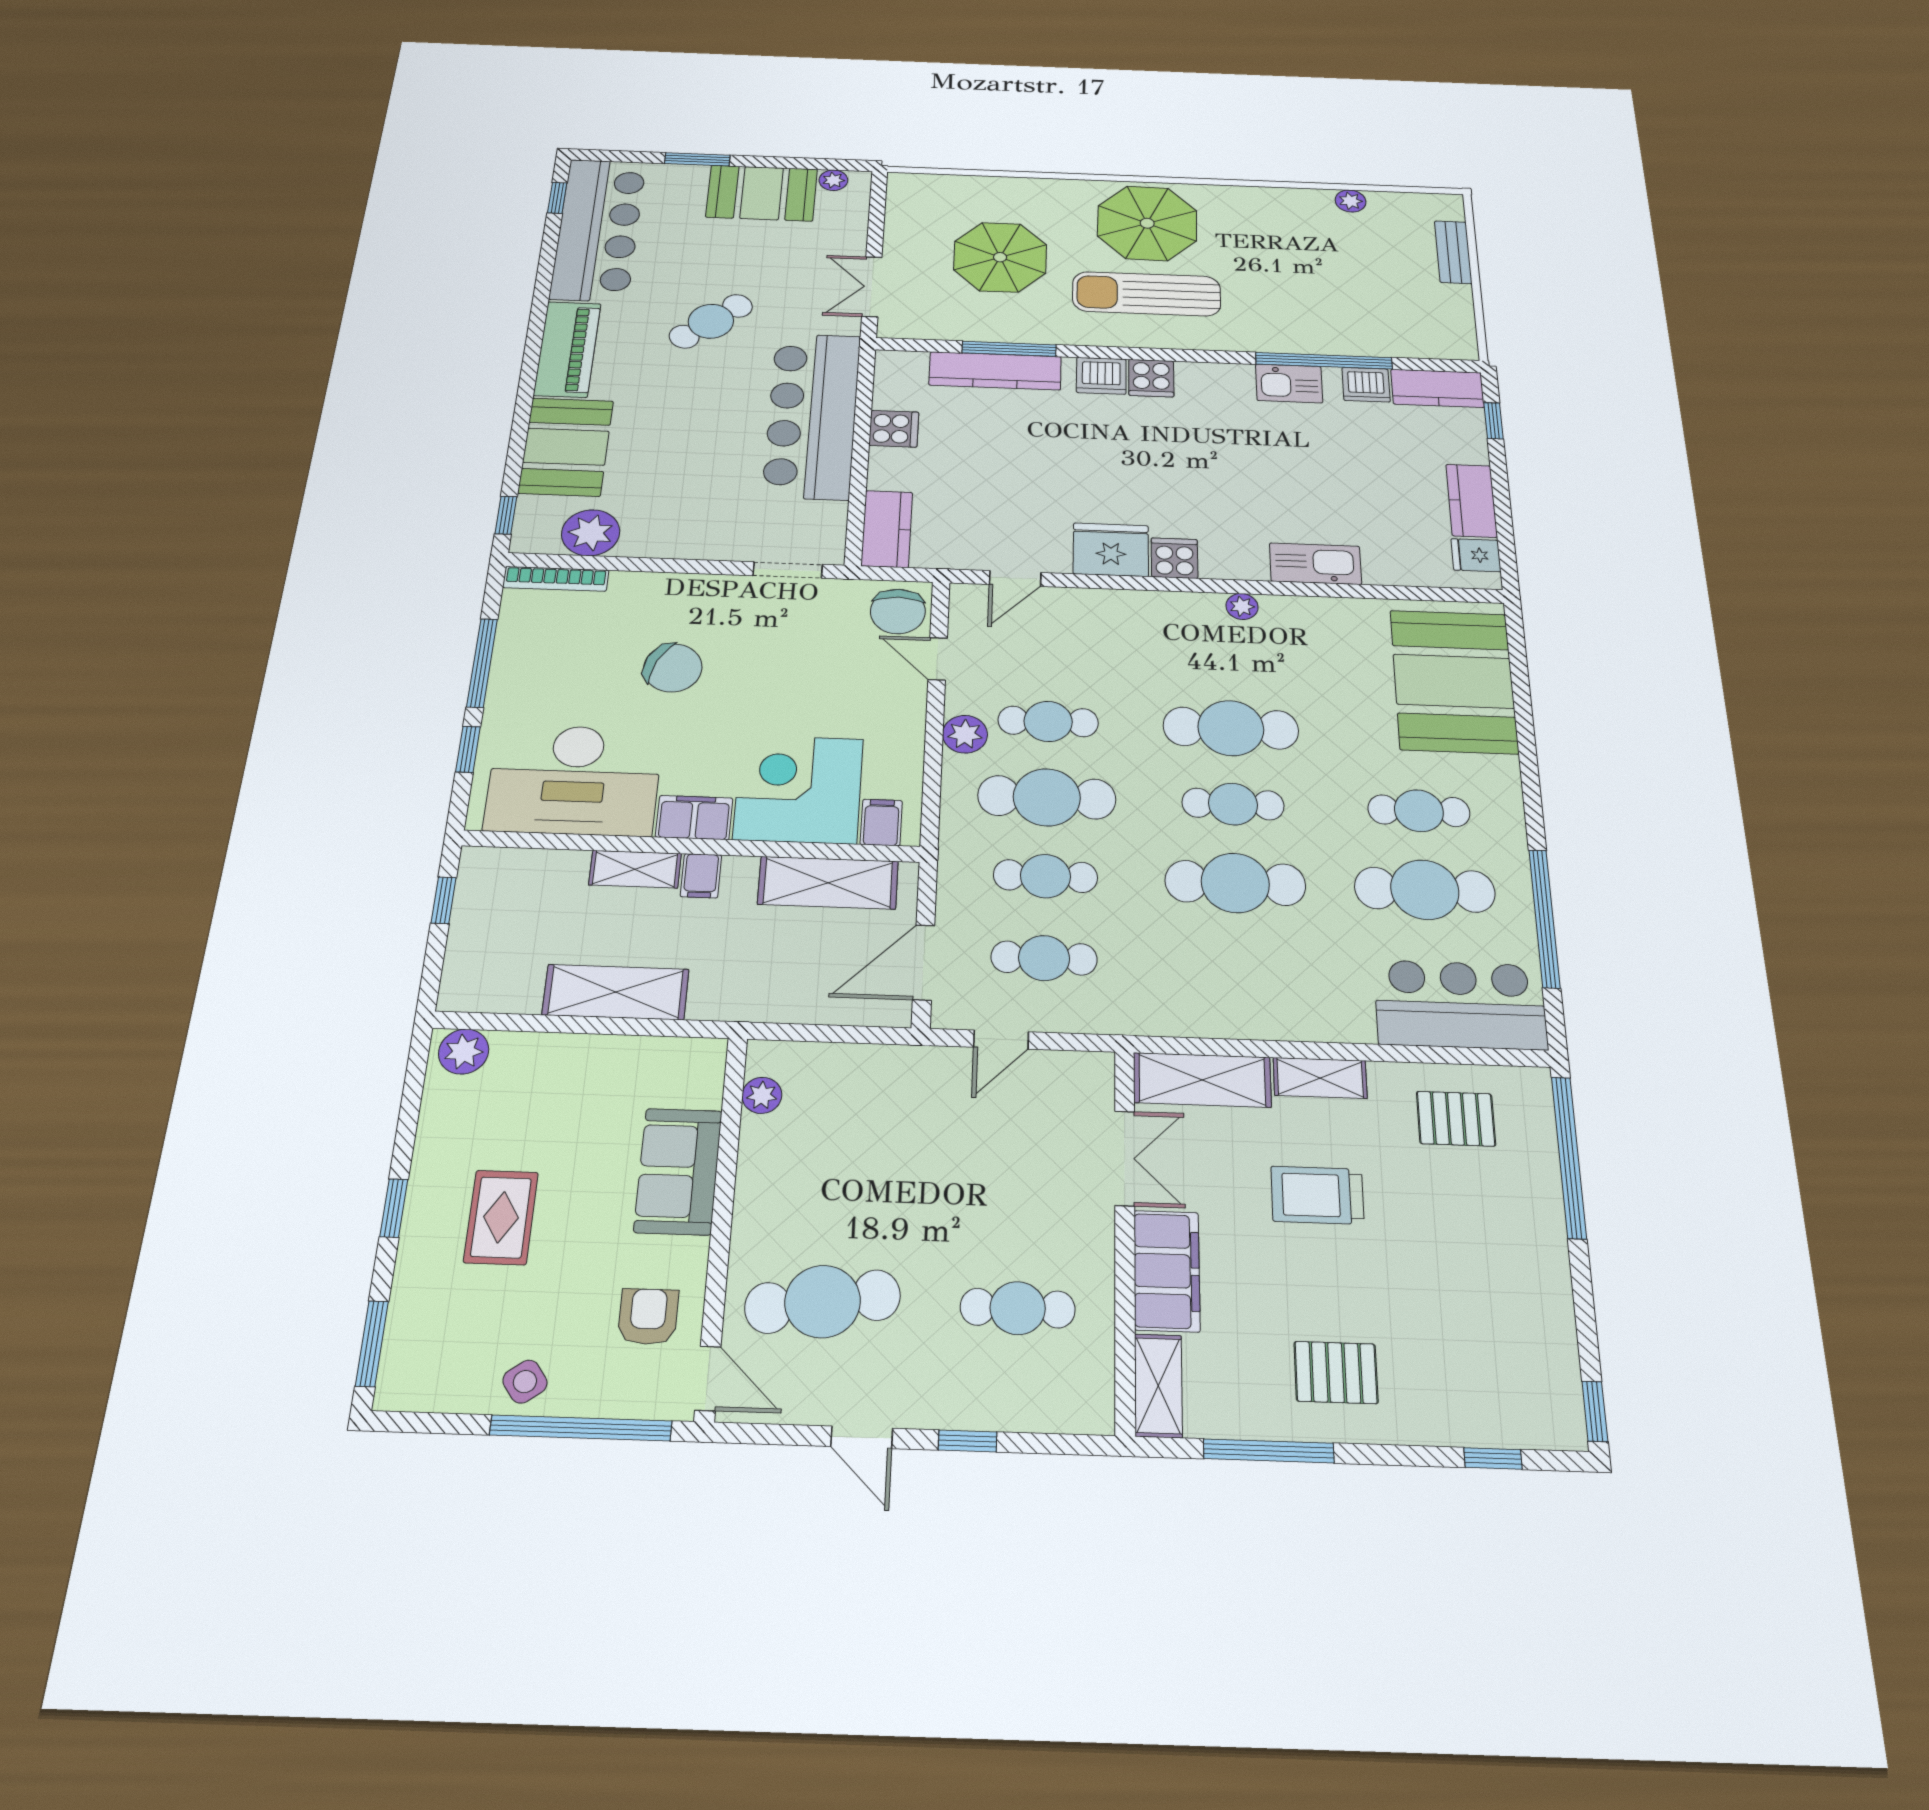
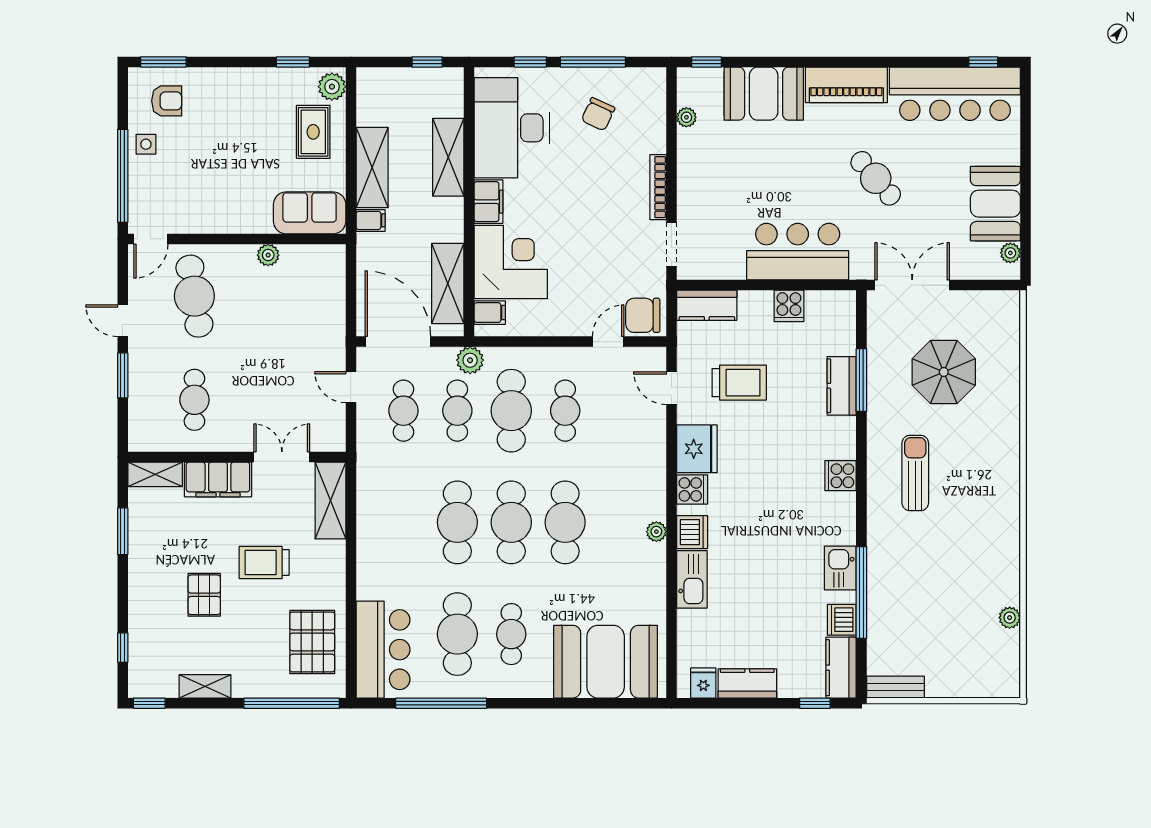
window: (697, 159) -> (1026, 156), removed
parasol: (1147, 223) -> (981, 474), removed
bench: (1453, 252) -> (895, 687), moved
double door: (872, 287) -> (912, 285), width x1.37
sun lounger: (1147, 294) -> (915, 473), width x0.73, depth x0.75
kitchen counter: (995, 371) -> (842, 386), width x0.67
dishwasher: (1101, 376) -> (692, 532), moved, turned 180
bar counter: (812, 415) -> (798, 252), width x0.73
trolley: (1009, 493) -> (739, 383), added
plant: (591, 533) -> (686, 117), width x0.53, depth x0.53
bookcase: (556, 579) -> (658, 187), moved
chair: (673, 668) -> (598, 114), moved, width x0.73, depth x0.73
plant: (965, 734) -> (470, 360), moved
cafe table: (1233, 804) -> (511, 522), width x1.37, depth x1.35
shelving: (635, 869) -> (448, 157), width x1.50, depth x1.33
filing cabinet: (701, 876) -> (371, 220), moved, turned 180
door: (924, 962) -> (398, 342), width x1.36
shelving: (1320, 1078) -> (205, 686), moved, turned 90
plant: (762, 1095) -> (268, 255), moved
pallet: (1456, 1119) -> (312, 642), width x1.50, depth x1.42
double door: (1125, 1158) -> (282, 457), swing flipped
sofa: (678, 1171) -> (310, 213), moved
trolley: (1317, 1195) -> (264, 562), turned -90
window: (394, 1208) -> (293, 62), moved
rug: (501, 1217) -> (313, 132), moved, turned 90
armchair: (648, 1317) -> (167, 101), moved
pallet: (1336, 1372) -> (204, 595), moved
side table: (525, 1382) -> (146, 144), turned 36
door: (862, 1437) -> (123, 321), hinge flipped
window: (968, 1441) -> (123, 375), width x1.50
window: (1269, 1451) -> (123, 531), width x0.69

